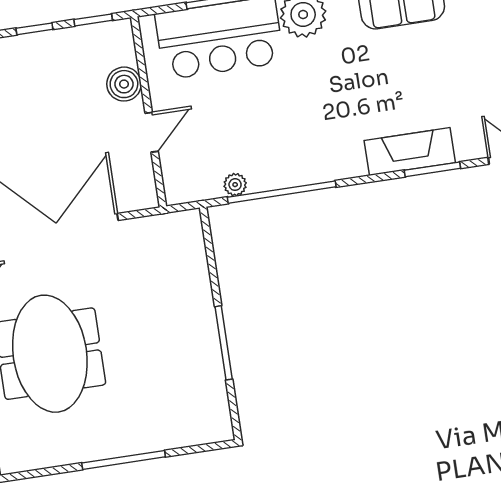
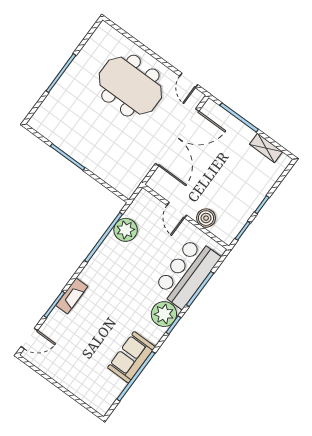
fireplace: (410, 152) -> (72, 296), width x0.73, depth x0.76
plant: (235, 185) -> (126, 230), width x1.88, depth x1.88

